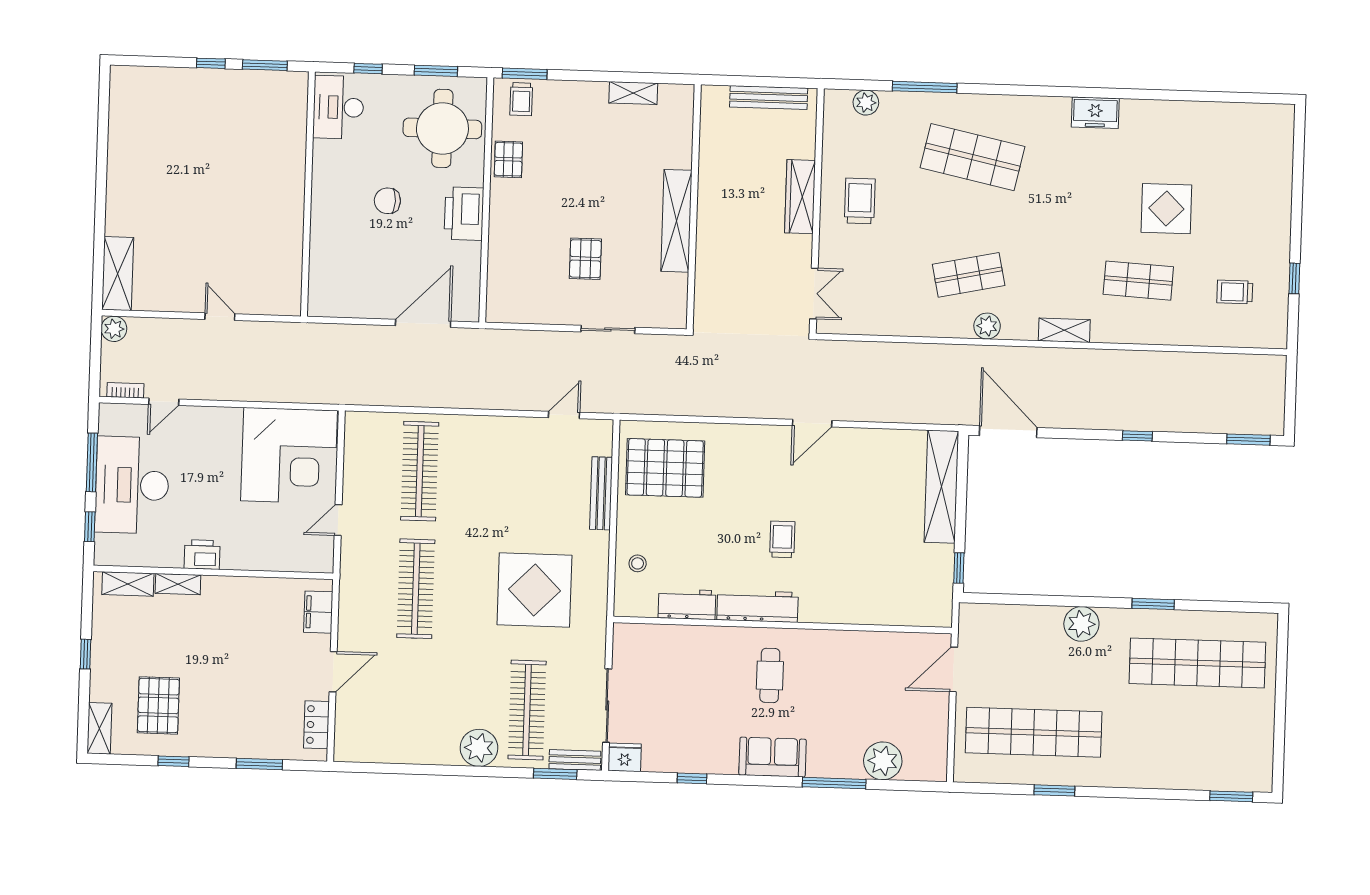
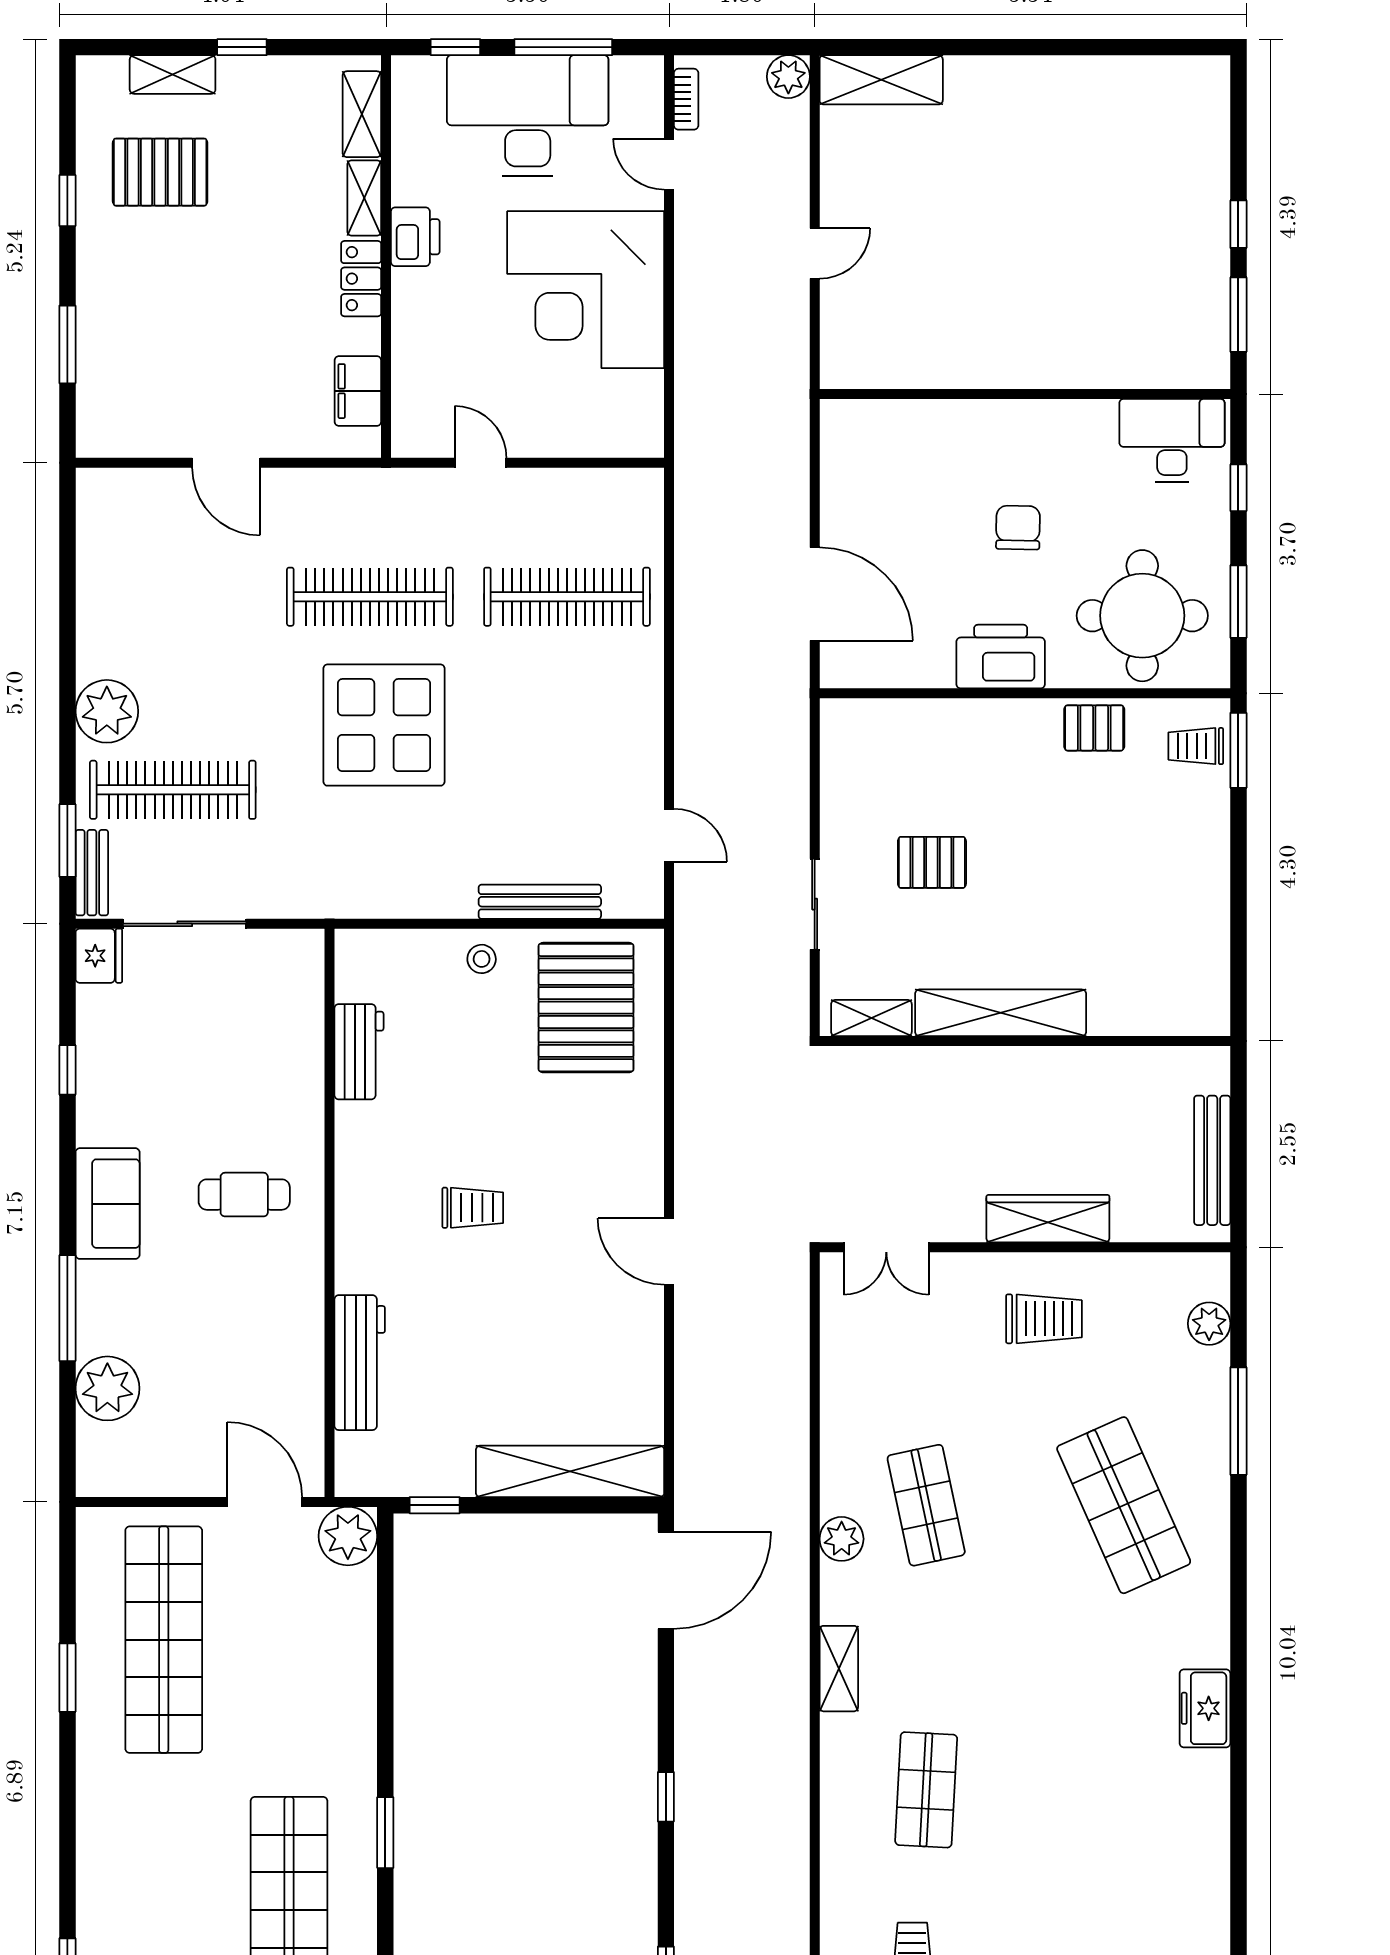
shelving: (633, 93) -> (871, 1018), moved, turned 90
shop shelf: (973, 157) -> (1124, 1505), turned -36
display table: (1166, 209) -> (1048, 1833), removed
corner desk: (289, 456) -> (586, 290), moved
stool: (638, 563) -> (482, 959), moved
display table: (534, 590) -> (384, 725), moved
workbench: (757, 606) -> (360, 1363), moved
filing cabinet: (318, 612) -> (358, 391), moved, turned -90
plant: (1081, 624) -> (348, 1536), moved
locker: (316, 725) -> (361, 279), moved, turned -90
shelving: (99, 728) -> (173, 74), moved

